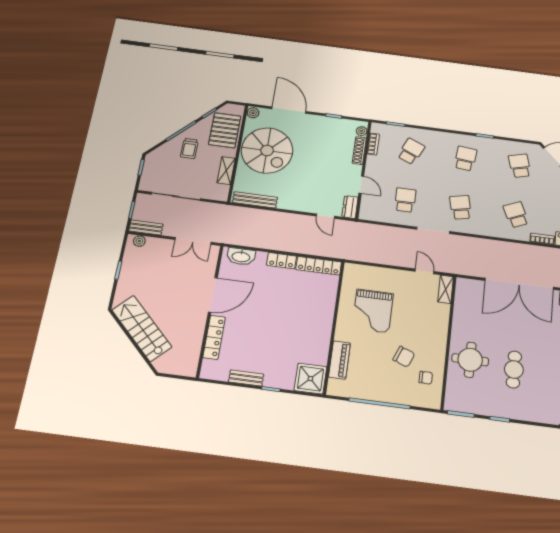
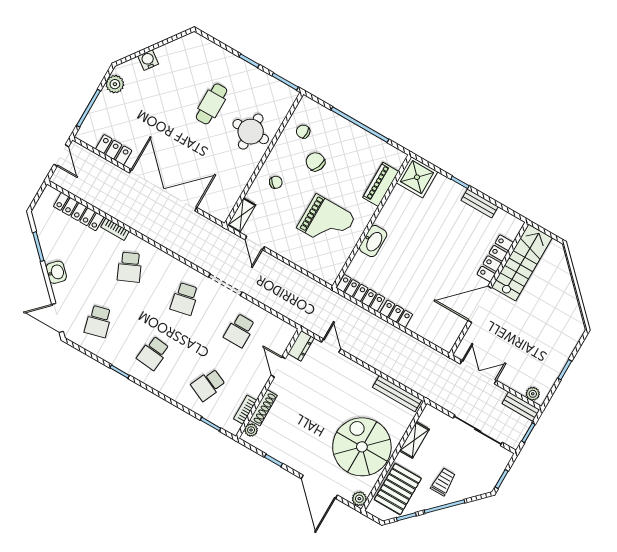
washbasin: (241, 257) -> (373, 241), moved, turned 90
grand piano: (373, 311) -> (326, 222), turned 90
chair: (430, 327) -> (276, 182), added
stairs: (142, 328) -> (522, 262), moved, turned -135

